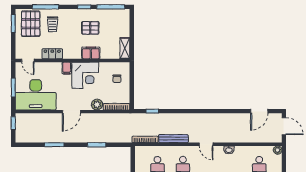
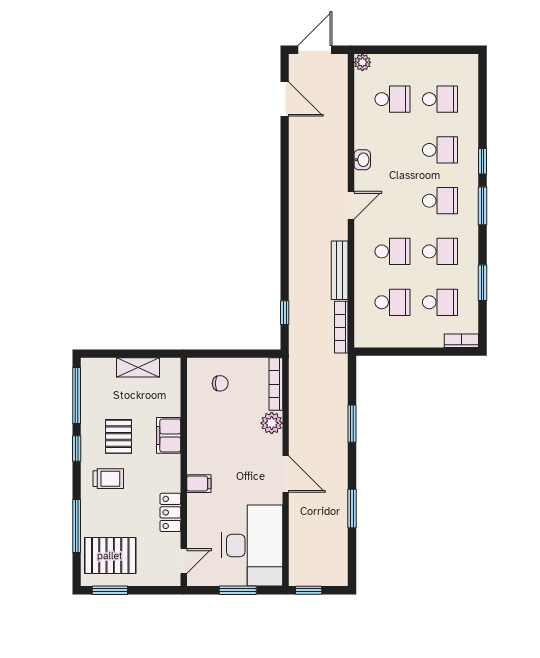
trolley: (53, 24) -> (108, 479), moved
shelving: (125, 48) -> (138, 367), moved
corner desk: (85, 75) -> (213, 446), removed

